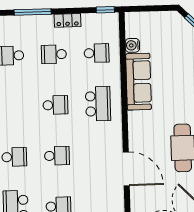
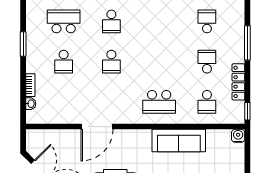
locker: (67, 20) -> (238, 82), width x1.53
water cooler: (132, 45) -> (238, 136), moved
school desk: (55, 105) -> (159, 62), removed

